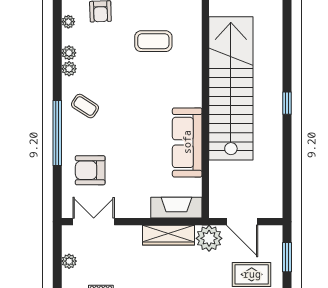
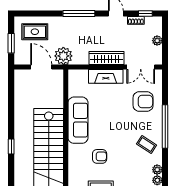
armchair: (155, 88) -> (100, 156), added
fireplace: (176, 208) -> (106, 76), moved
wardrobe: (169, 235) -> (106, 58), moved

